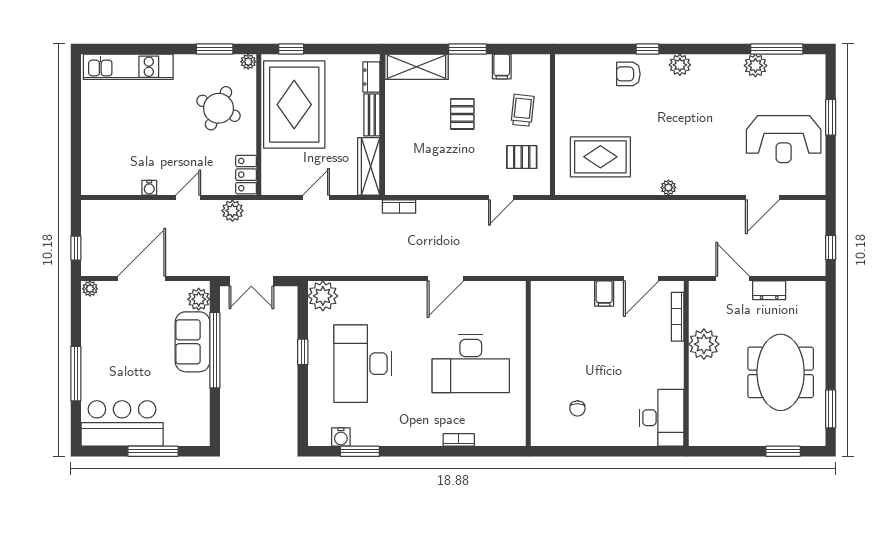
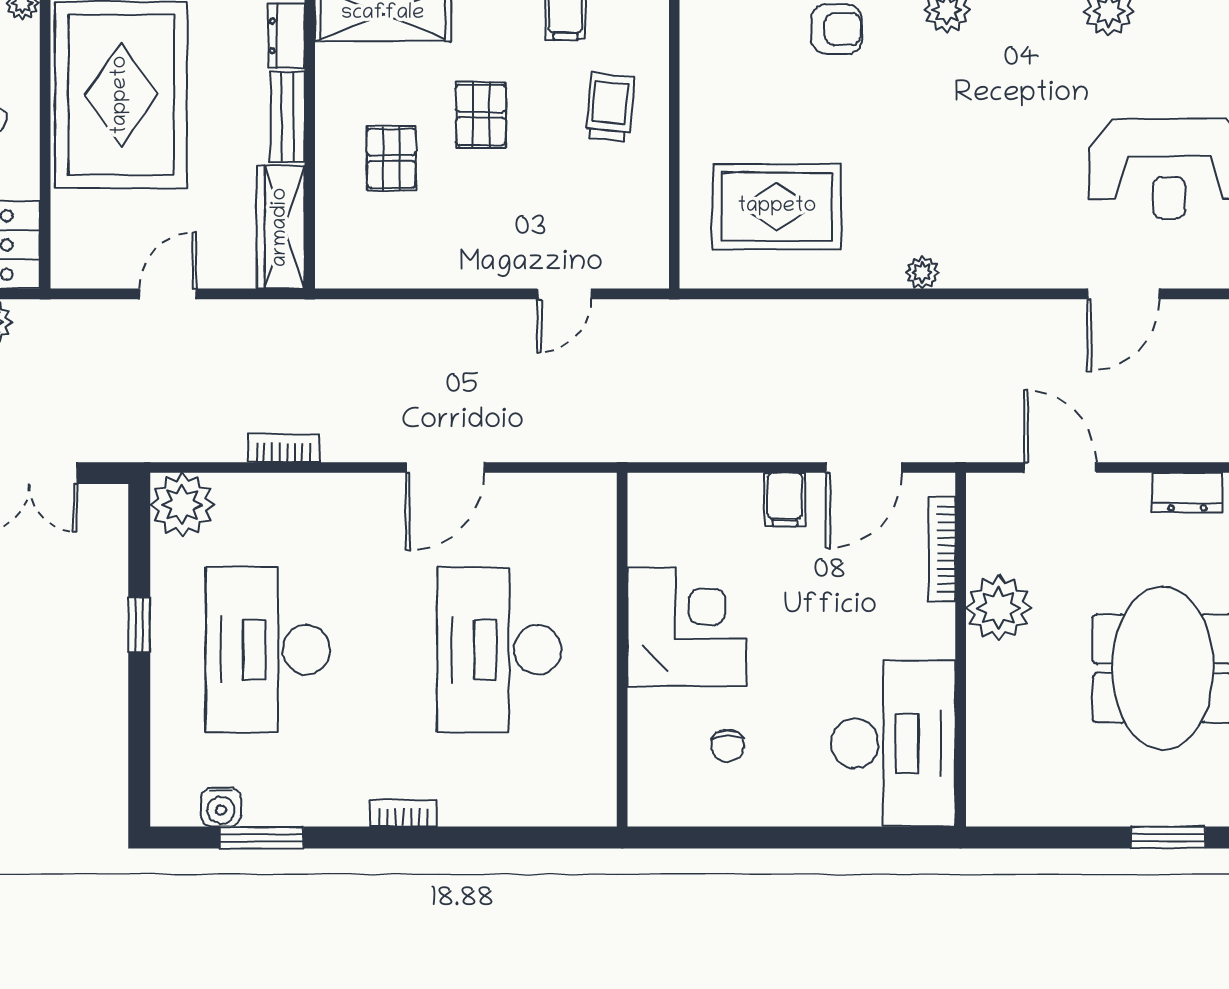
armchair: (628, 74) -> (837, 29), turned 180
pallet: (522, 157) -> (392, 158), moved, turned 90
bookcase: (399, 207) -> (284, 448), moved, turned 180
dresser: (769, 290) -> (1187, 493), moved
corner desk: (558, 353) -> (687, 627), added
desk: (471, 364) -> (499, 650), turned 90
desk: (662, 418) -> (893, 743), width x1.36, depth x1.30
bookcase: (459, 440) -> (403, 813), moved

